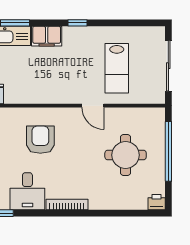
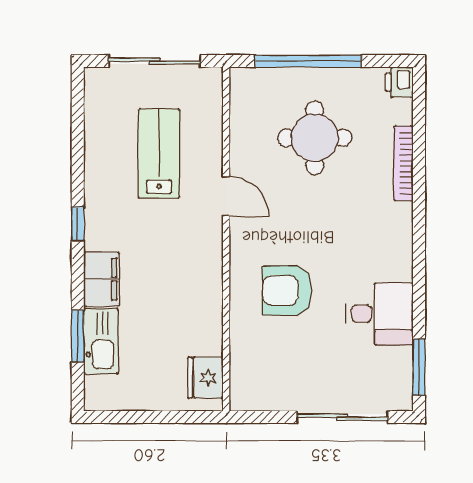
lab bench: (117, 68) -> (159, 154), turned -90
door: (93, 106) -> (226, 196), hinge flipped
bookcase: (67, 205) -> (403, 163), moved

